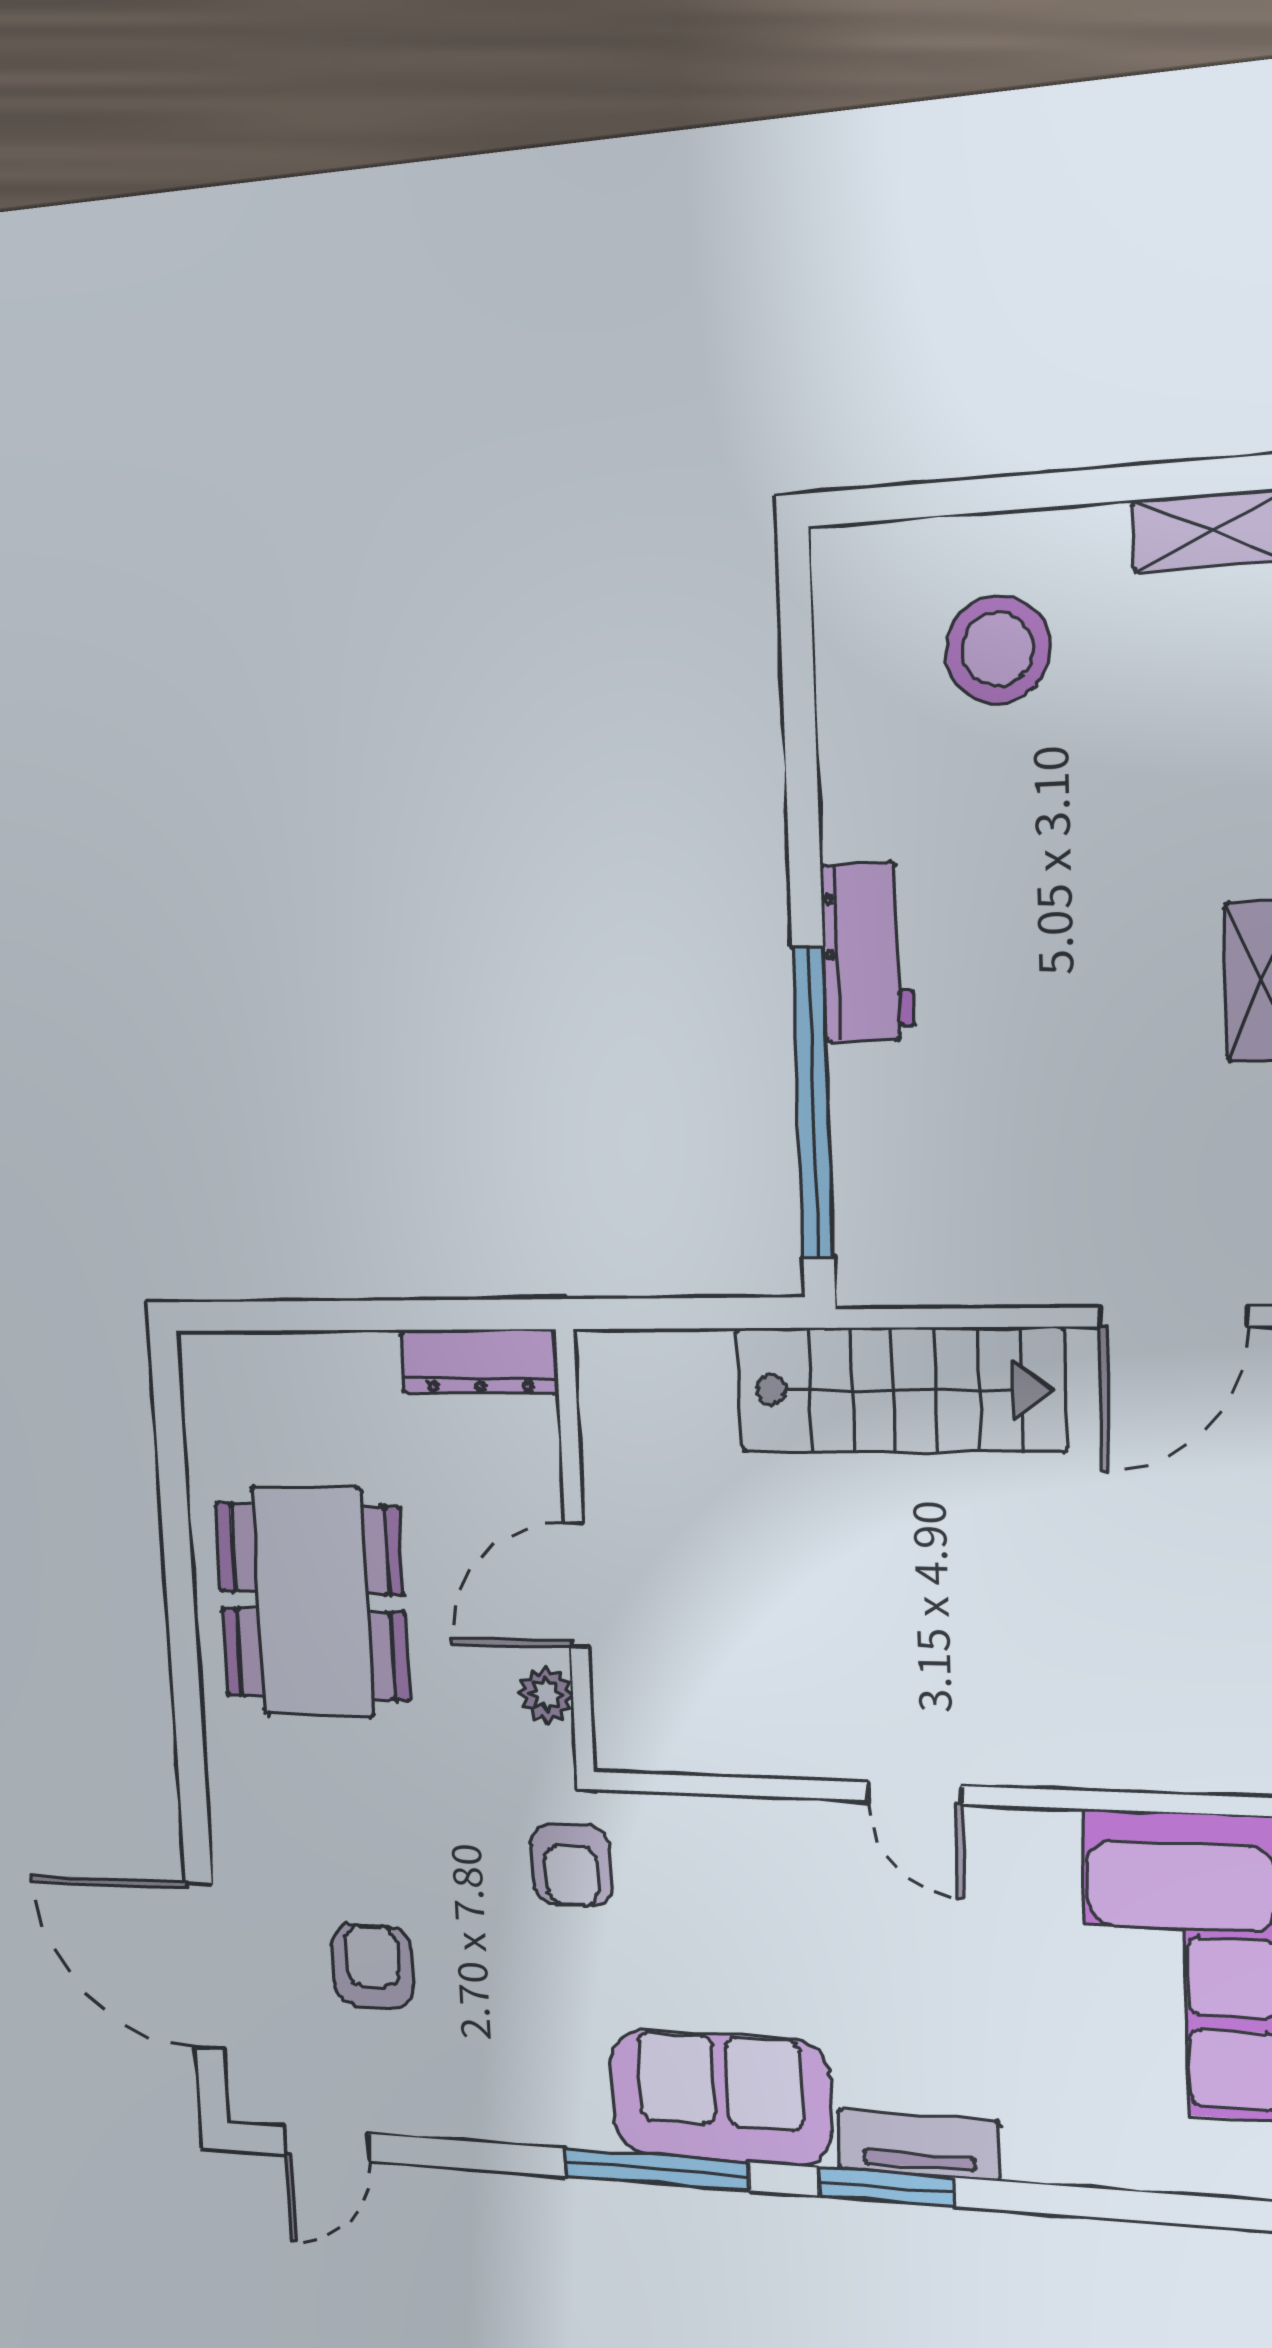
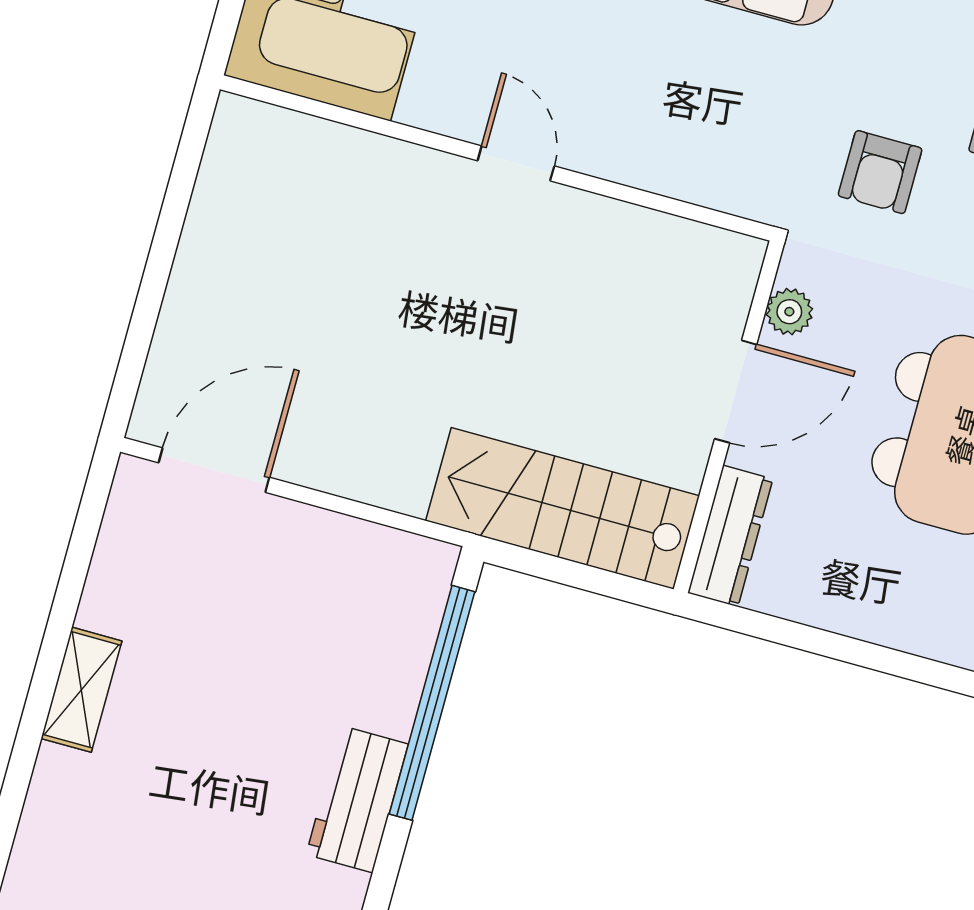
dresser: (479, 1362) -> (730, 536), moved, turned 90
stairs: (900, 1390) -> (563, 508), moved
armchair: (571, 1865) -> (880, 172), moved, turned 180

